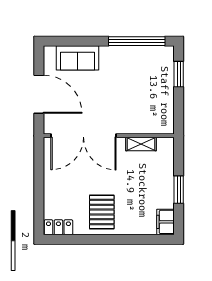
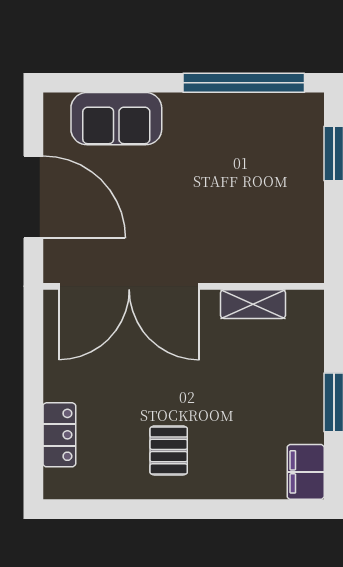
pallet: (102, 212) -> (169, 450), width x0.67, depth x0.71
locker: (58, 227) -> (59, 435), moved, turned 90

